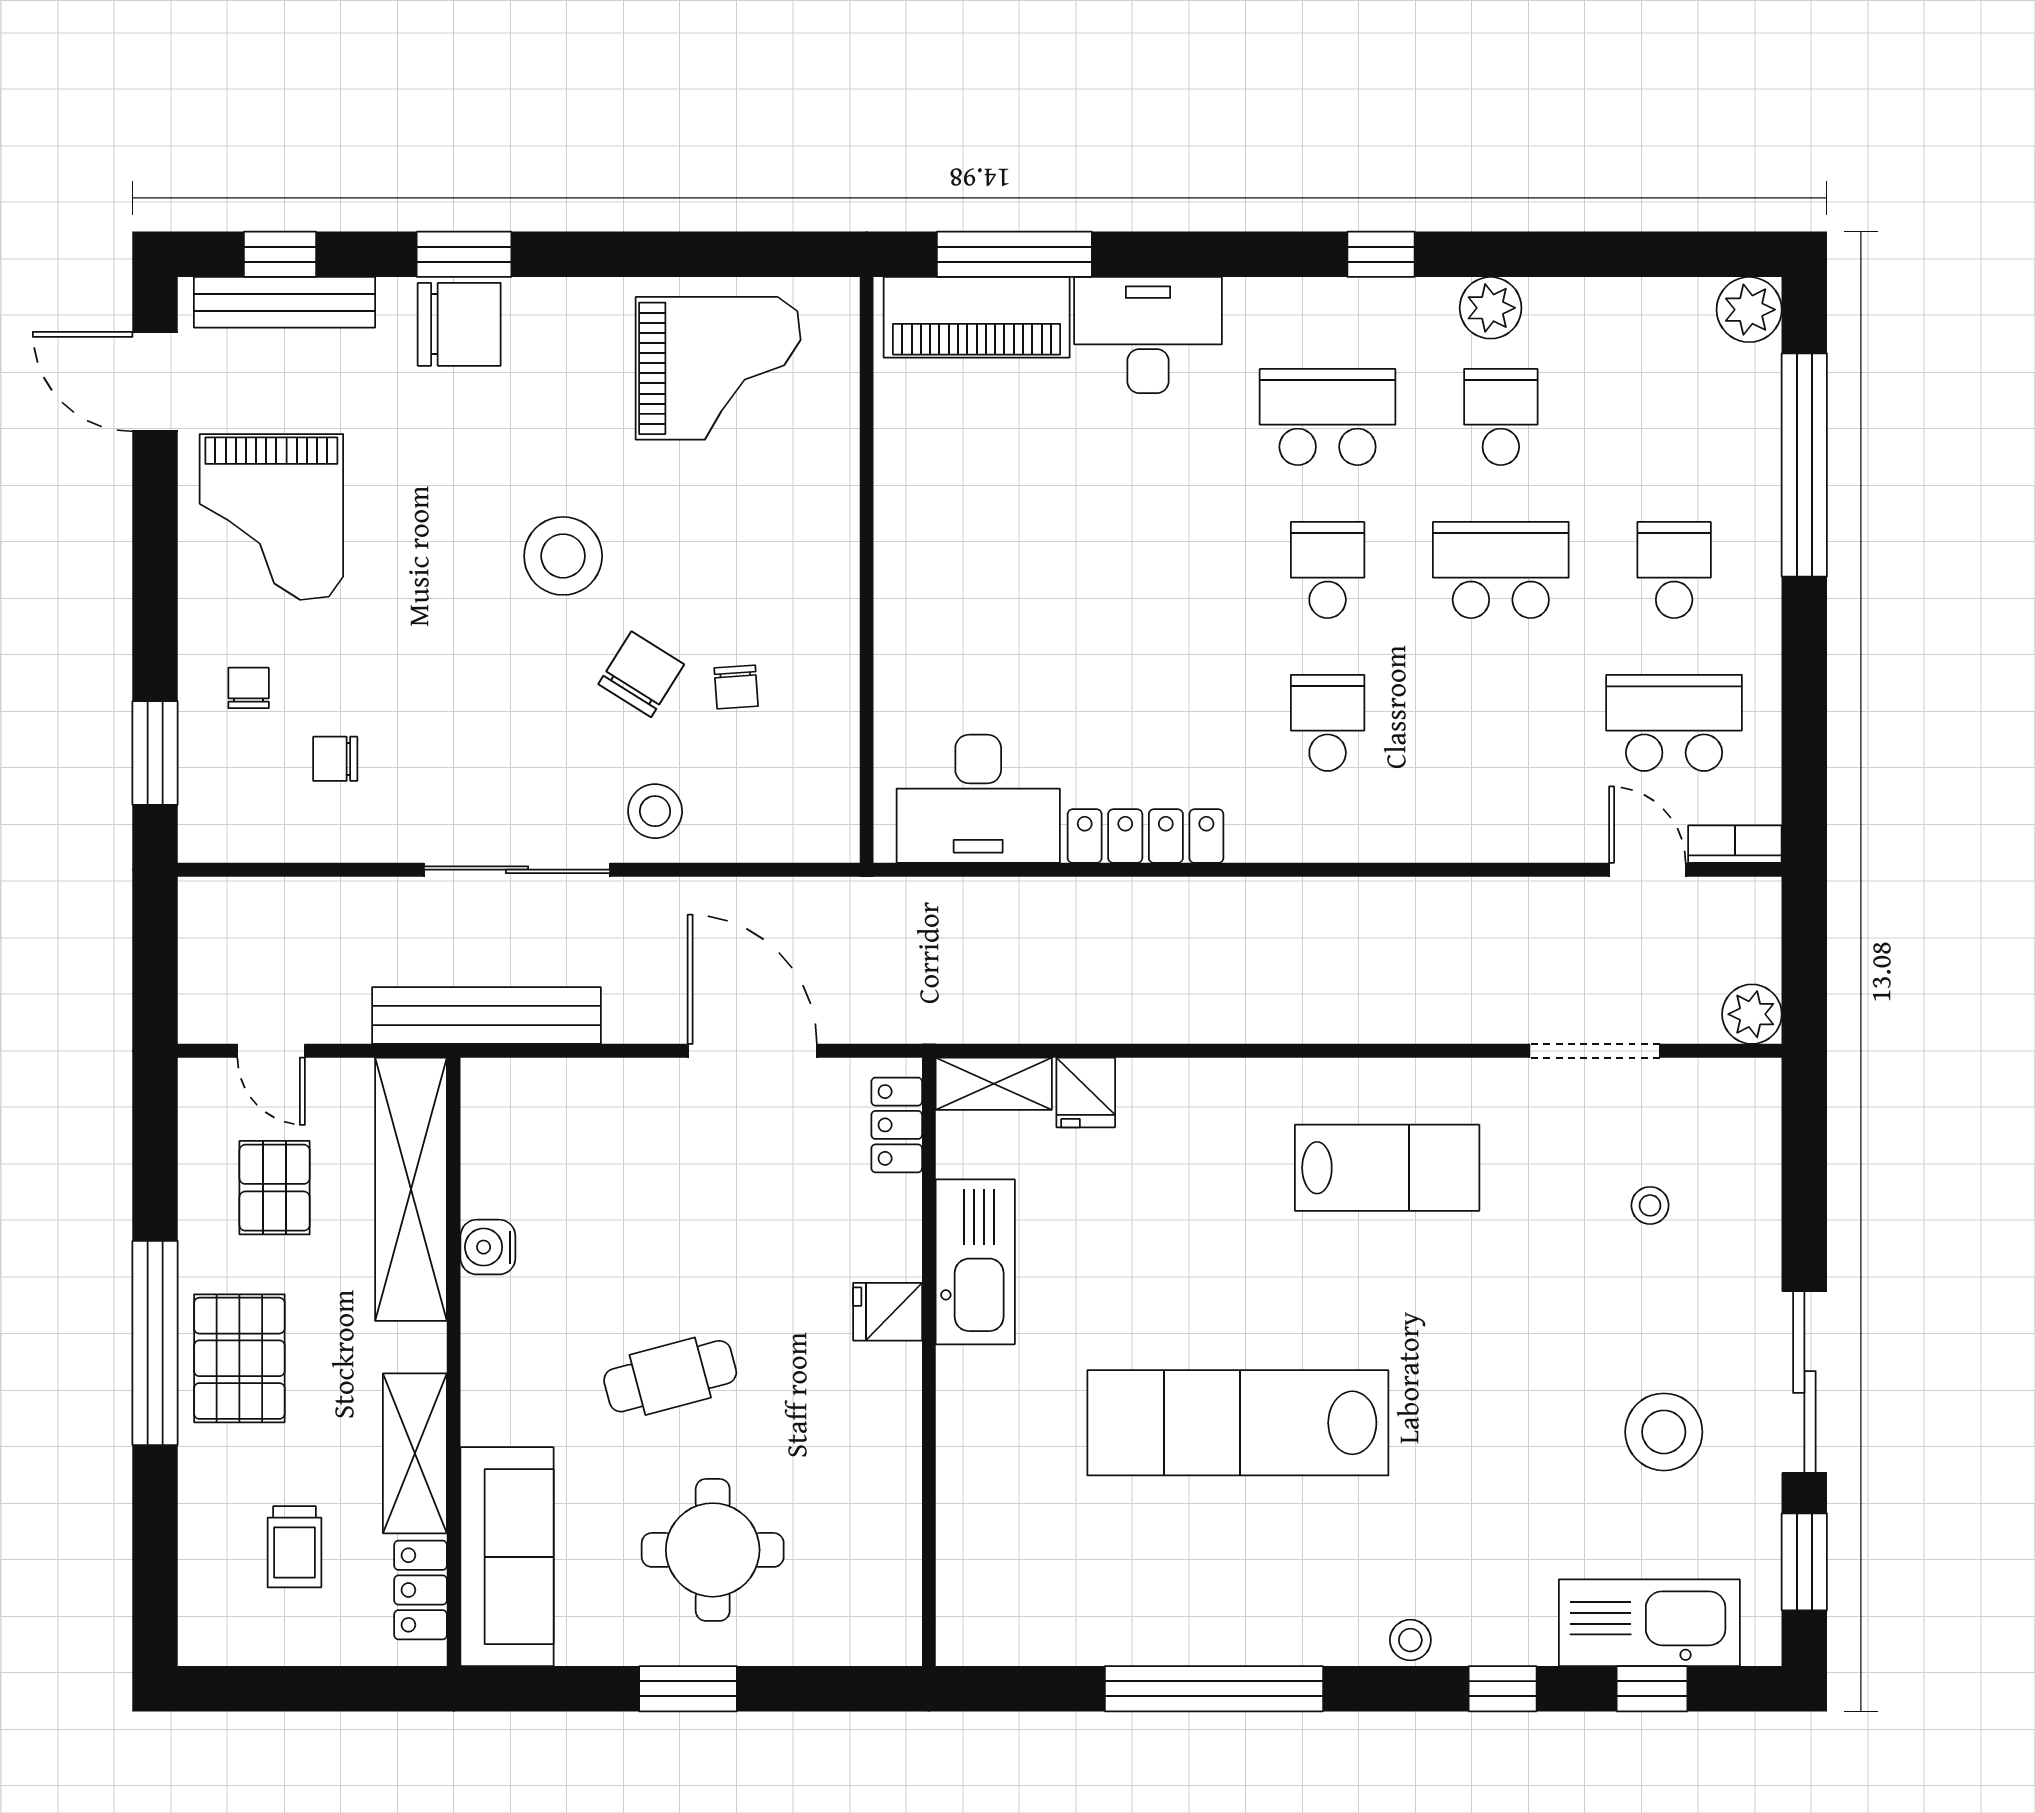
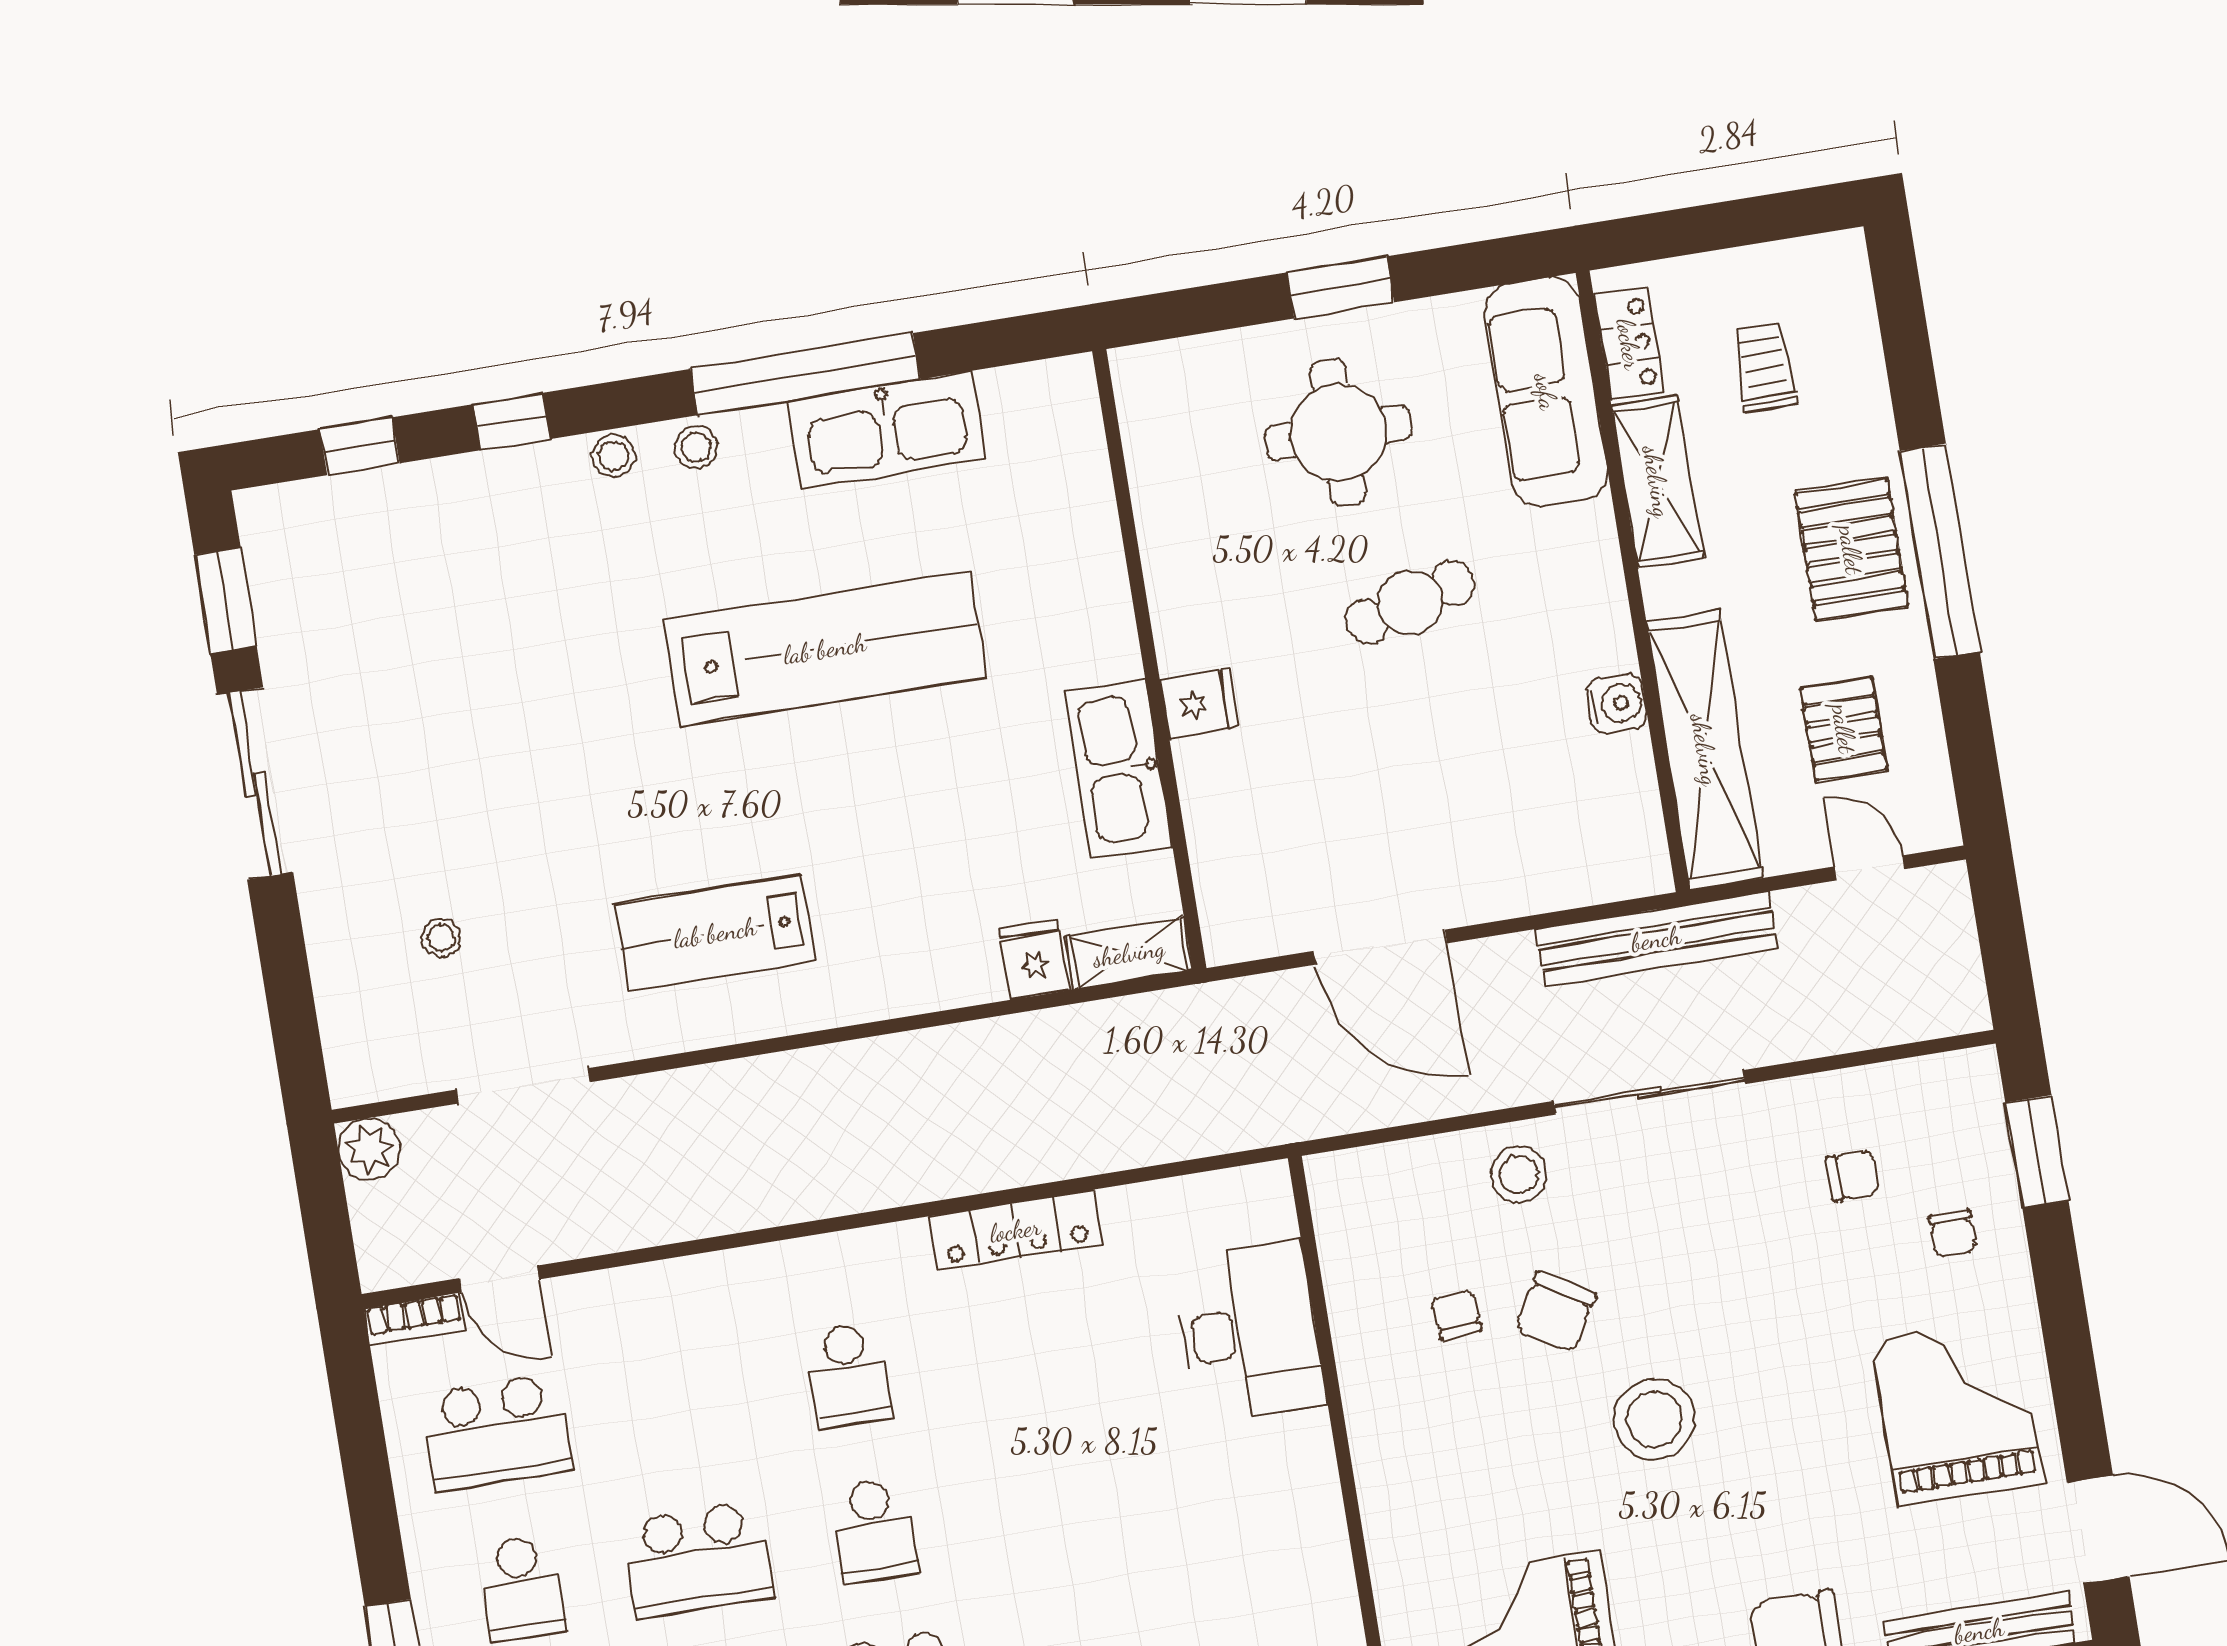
desk: (978, 799) -> (1249, 1332), moved, turned 90
locker: (897, 1125) -> (1221, 895), removed
stool: (1664, 1432) -> (696, 447), moved, width x0.53, depth x0.53
kitchen sink: (1649, 1623) -> (887, 430), moved

